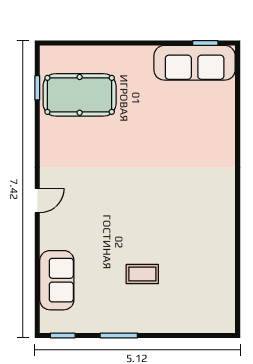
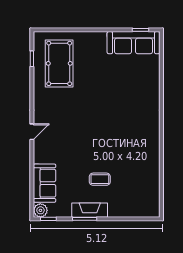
pool table: (80, 95) -> (59, 63), turned 90
plant: (51, 322) -> (40, 210), added
fireplace: (127, 322) -> (90, 210), added

